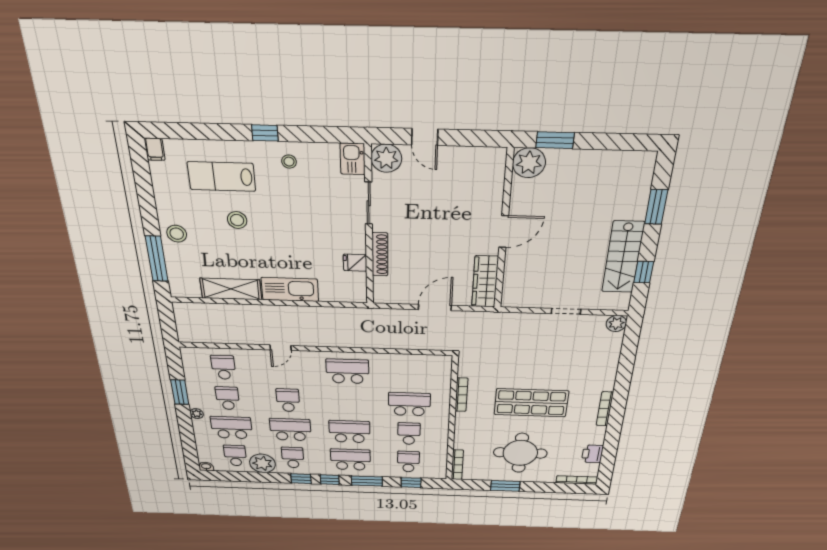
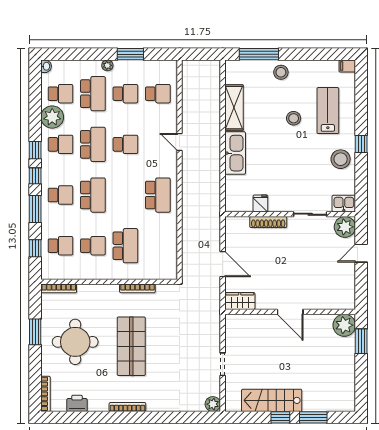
stool: (289, 162) -> (341, 159), width x1.89, depth x1.89
window: (644, 272) -> (280, 417), moved
wardrobe: (485, 282) -> (240, 301), width x0.67
school desk: (350, 460) -> (60, 195), width x0.54

